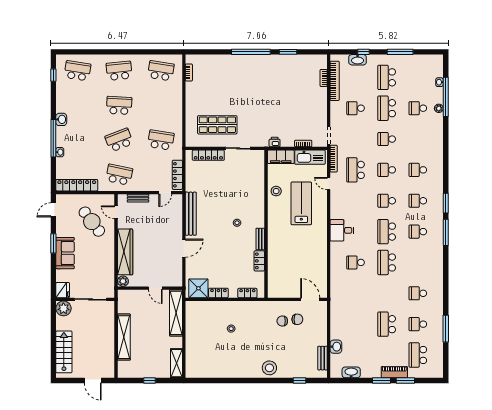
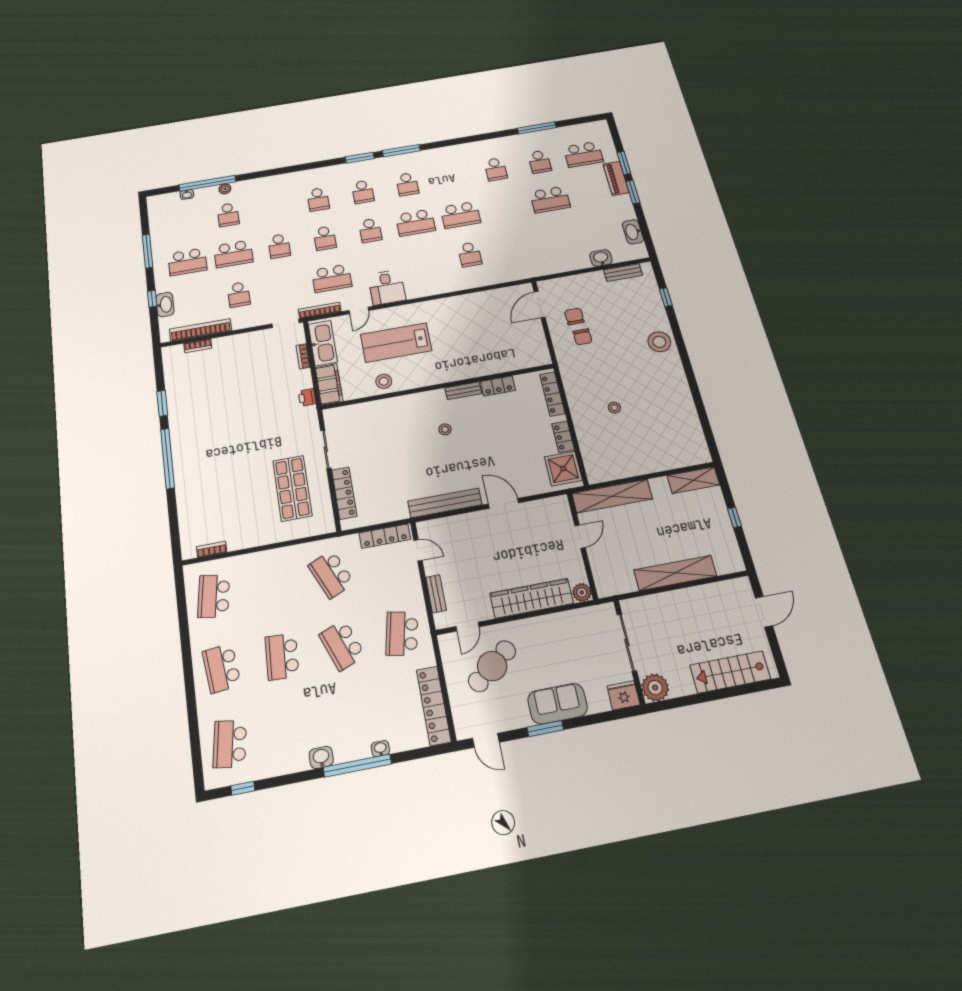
school desk: (161, 140) -> (331, 574), turned -33
desk: (342, 230) -> (387, 287), moved
locker: (247, 293) -> (552, 394), width x1.53

